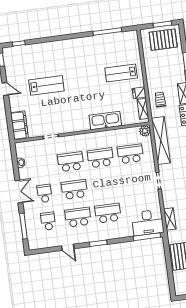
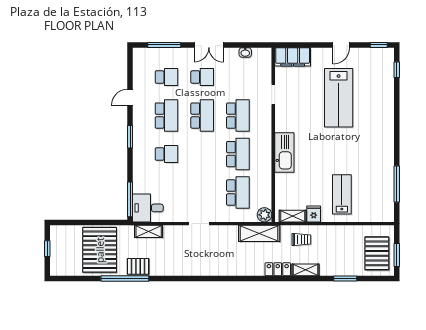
lab bench: (46, 85) -> (339, 98), width x1.36, depth x1.39
kitchen sink: (105, 120) -> (284, 152), moved
shelving: (161, 141) -> (259, 233), width x0.68
school desk: (108, 213) -> (166, 154), width x0.54
desk: (148, 223) -> (148, 208), width x0.73

